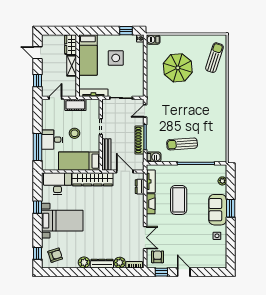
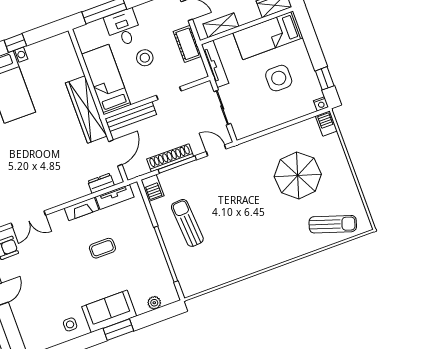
shelving: (72, 66) -> (221, 25), moved
desk: (57, 184) -> (61, 60), removed
coffee table: (179, 200) -> (102, 248), width x0.54, depth x0.58

